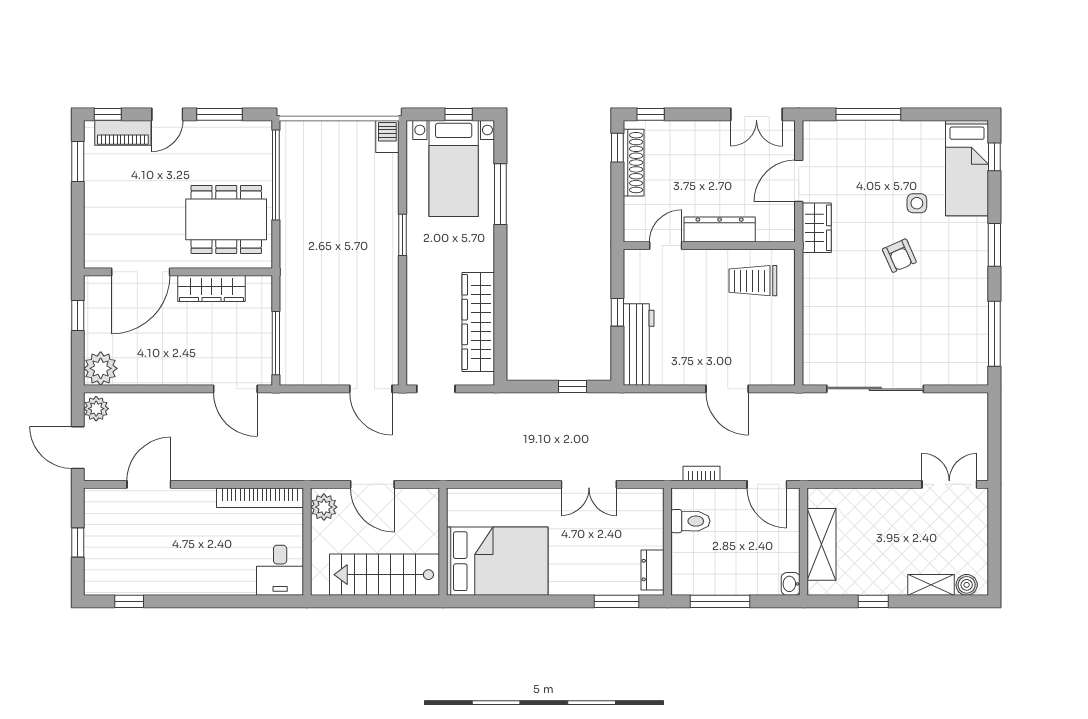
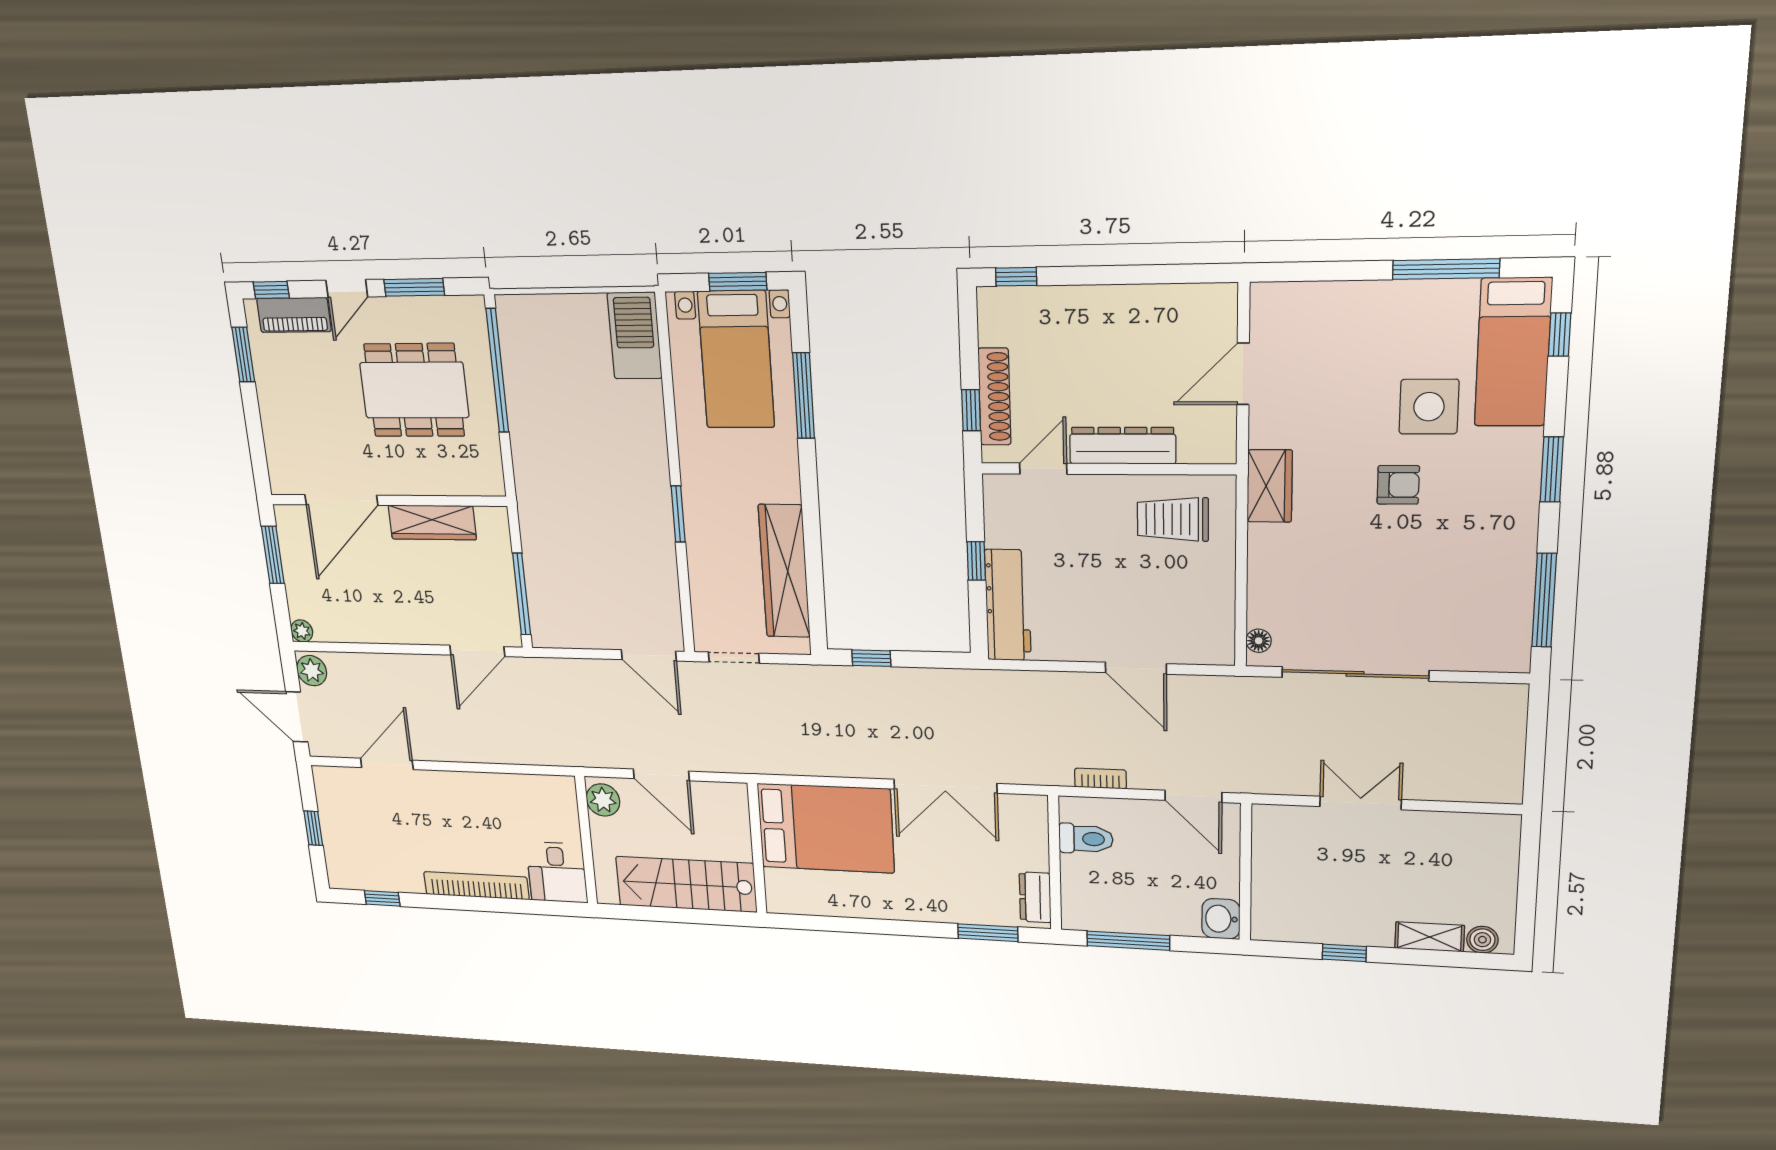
window: (459, 114) -> (738, 282), width x1.50
double door: (756, 114) -> (1178, 274), removed
window: (868, 114) -> (1446, 269), moved
barbecue: (387, 137) -> (635, 336), width x1.88, depth x1.53
window: (617, 148) -> (971, 410), moved
shoe rack: (634, 163) -> (994, 397), moved
side table: (917, 203) -> (1429, 407), width x1.87, depth x1.87
dining table: (226, 219) -> (414, 390), moved
wardrobe: (817, 228) -> (1270, 486), moved
window: (402, 235) -> (678, 514), moved
armchair: (899, 256) -> (1398, 485), turned -66
window: (78, 316) -> (273, 555), width x1.50
floor lamp: (811, 367) -> (1259, 641), added
plant: (101, 368) -> (302, 631), width x0.53, depth x0.53
window: (572, 386) -> (871, 658), moved
door: (235, 389) -> (477, 651), hinge flipped
double door: (589, 484) -> (945, 786), width x1.37
double door: (949, 484) -> (1361, 803), moved
bookcase: (260, 498) -> (476, 886), moved, turned 180
shelving: (821, 544) -> (1271, 877), removed
bed: (497, 561) -> (826, 828), moved
washbasin: (791, 584) -> (1221, 919), width x1.38, depth x1.45

